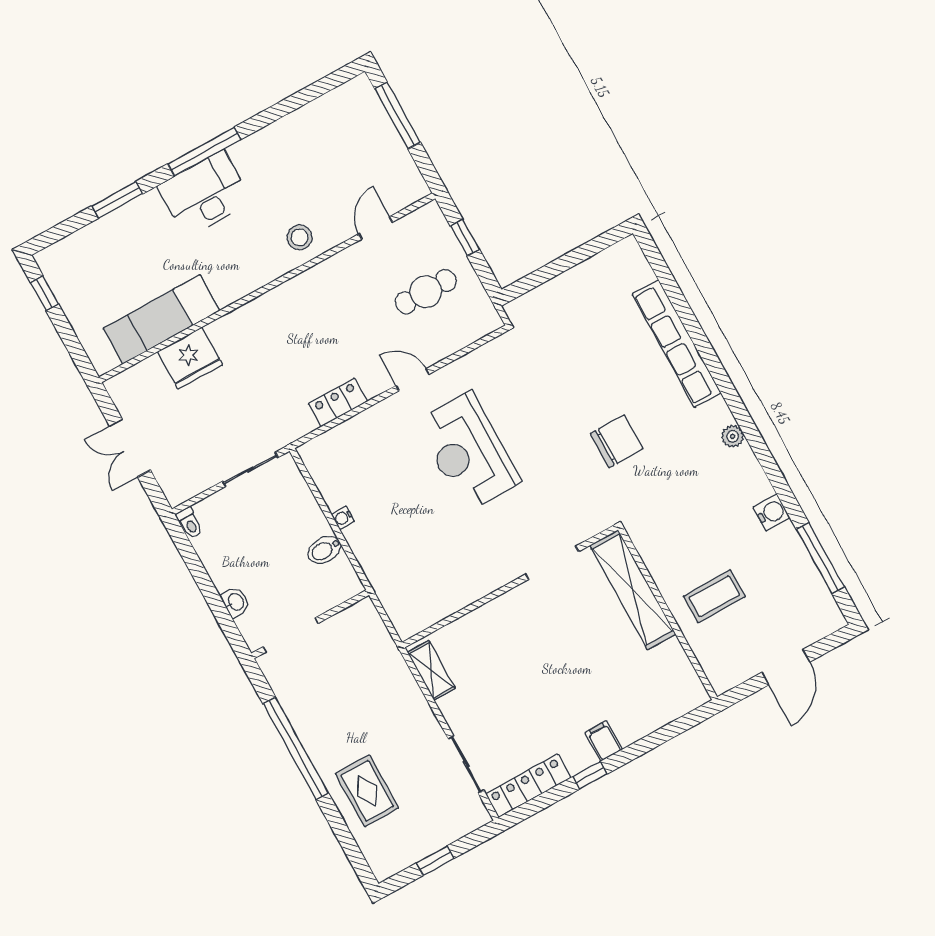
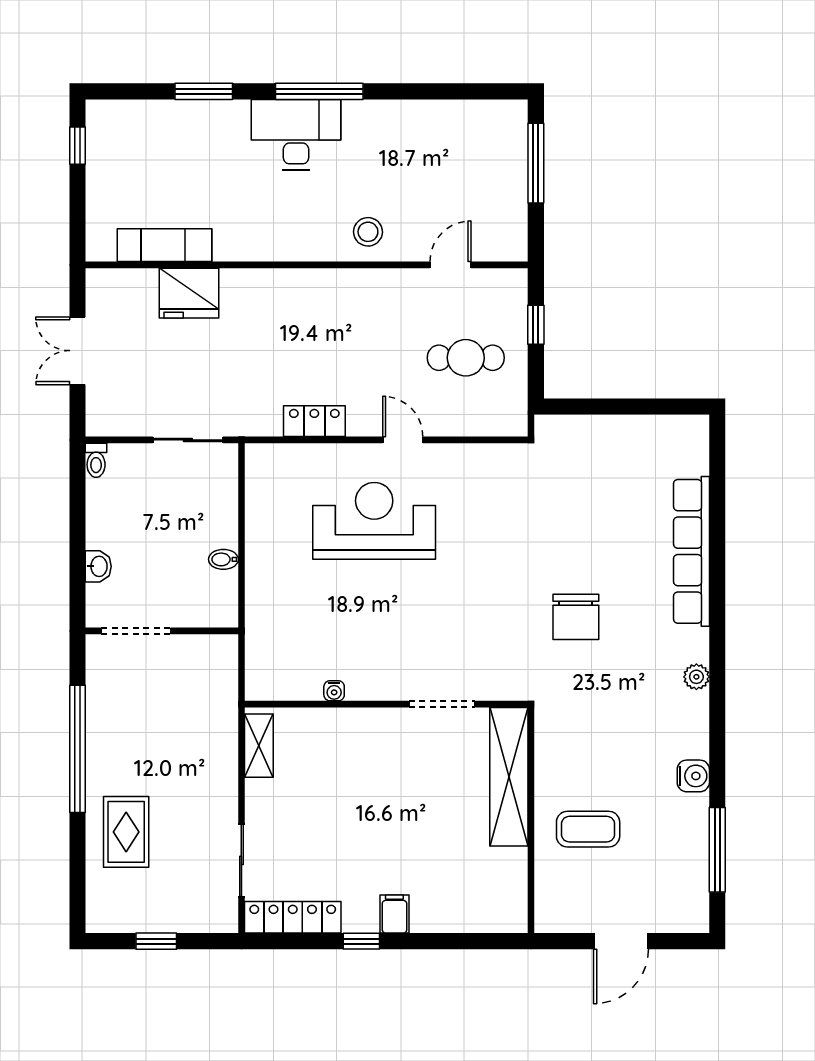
exam couch: (161, 319) -> (165, 245), width x0.73, depth x0.69
chair: (617, 441) -> (576, 617), turned 90
reception desk: (468, 452) -> (374, 521), moved, turned 90
water cooler: (343, 518) -> (334, 691), moved, turned -90
bidet: (324, 550) -> (223, 559), width x0.72, depth x0.74

